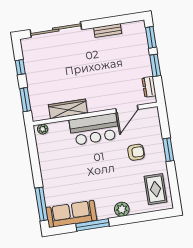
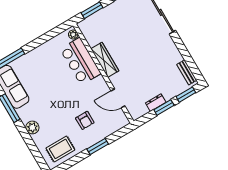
bench: (108, 31) -> (187, 72), moved
dresser: (149, 87) -> (156, 103), moved
wardrobe: (68, 109) -> (105, 60), moved
bar counter: (94, 129) -> (80, 61), moved

